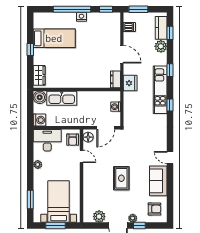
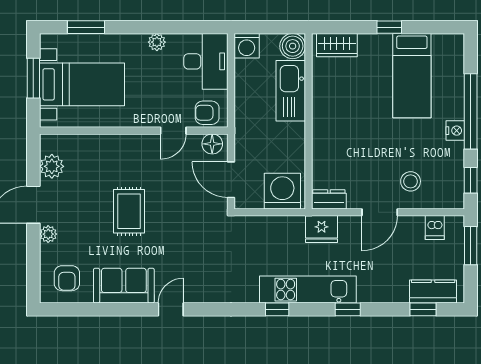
stool: (107, 39) -> (411, 181), added
plant: (161, 46) -> (396, 291), removed
washing machine: (116, 107) -> (282, 191), width x1.89, depth x1.89
rug: (121, 178) -> (129, 211), turned 90
window: (139, 226) -> (33, 248), removed

